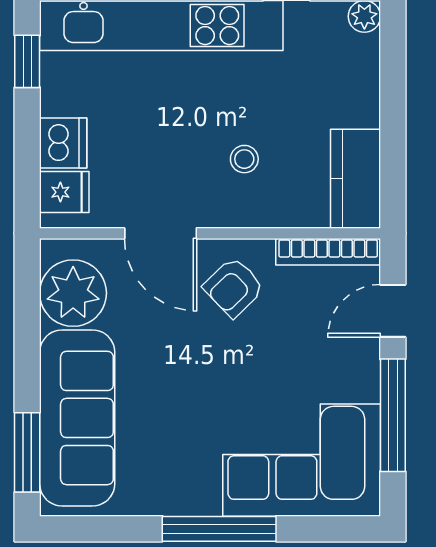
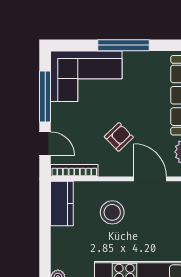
stool: (244, 159) -> (112, 212), width x1.89, depth x1.89
armchair: (234, 287) -> (119, 137), moved
door: (393, 311) -> (45, 144), hinge flipped

